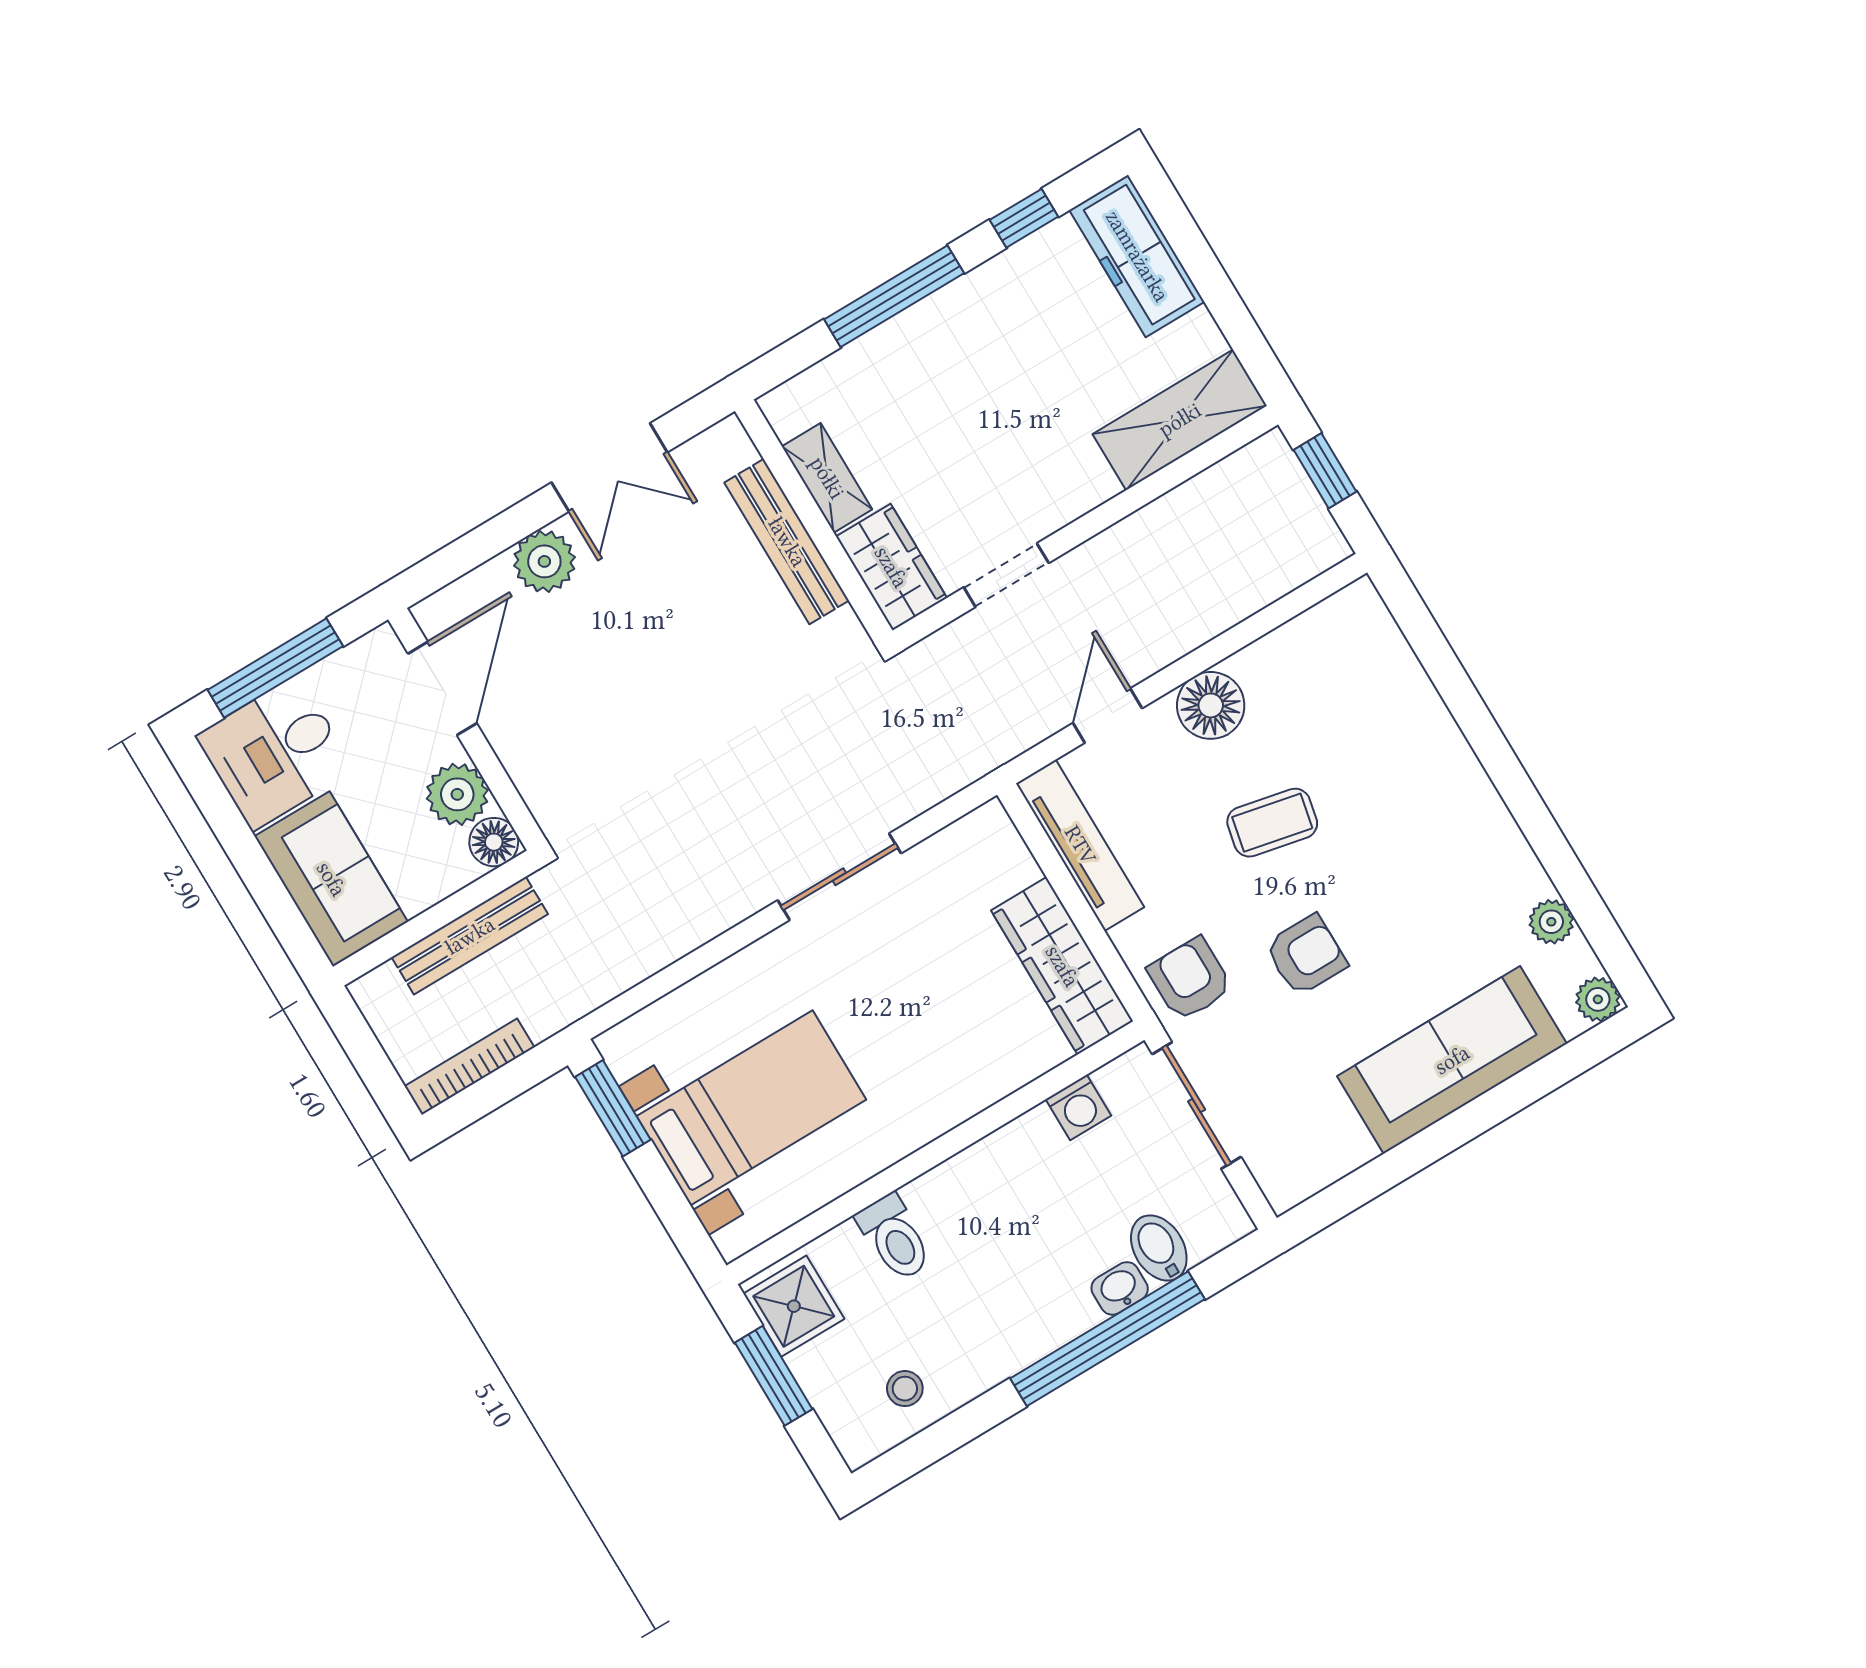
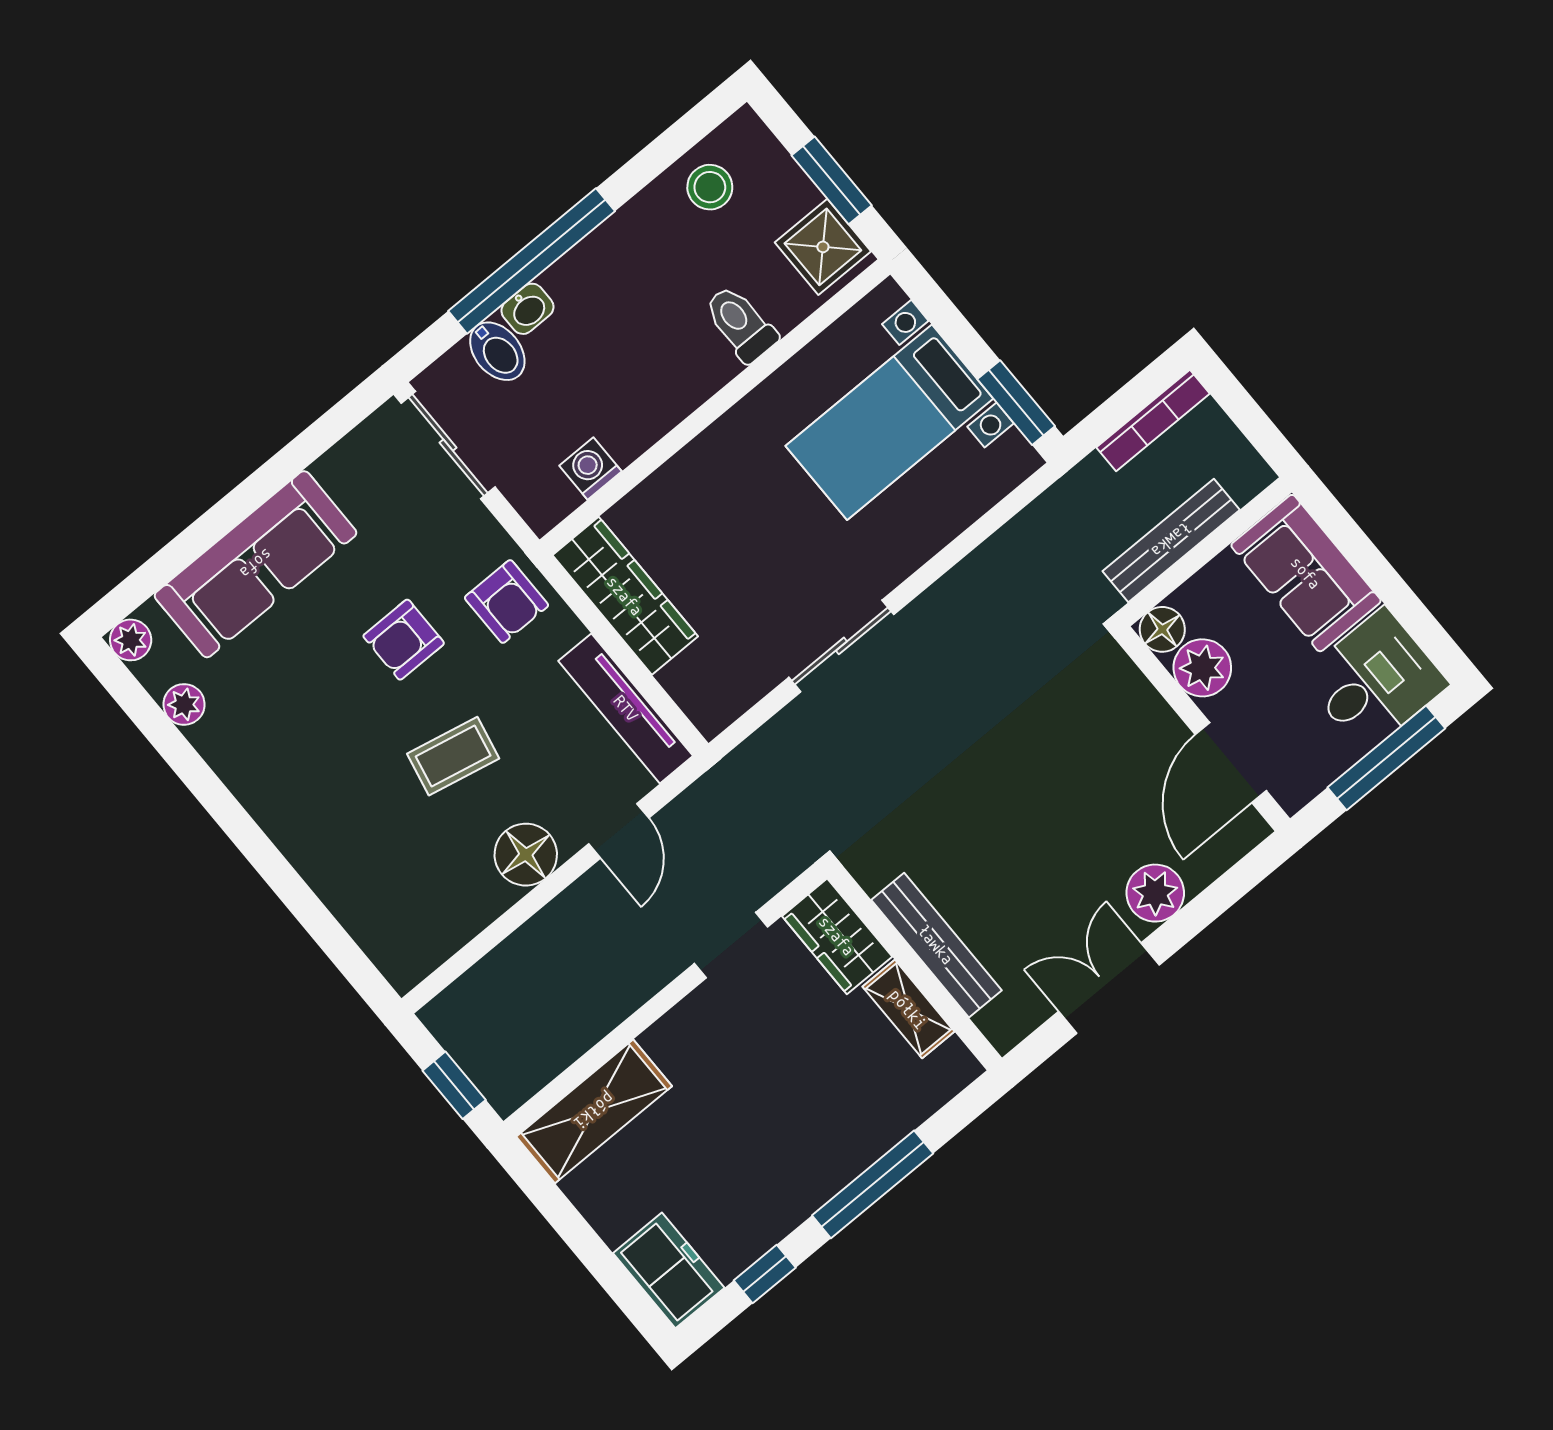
freezer: (1137, 256) -> (669, 1270), width x0.71
sliding door: (1197, 1106) -> (448, 445), moved
stool: (905, 1389) -> (710, 187), width x1.37, depth x1.37

